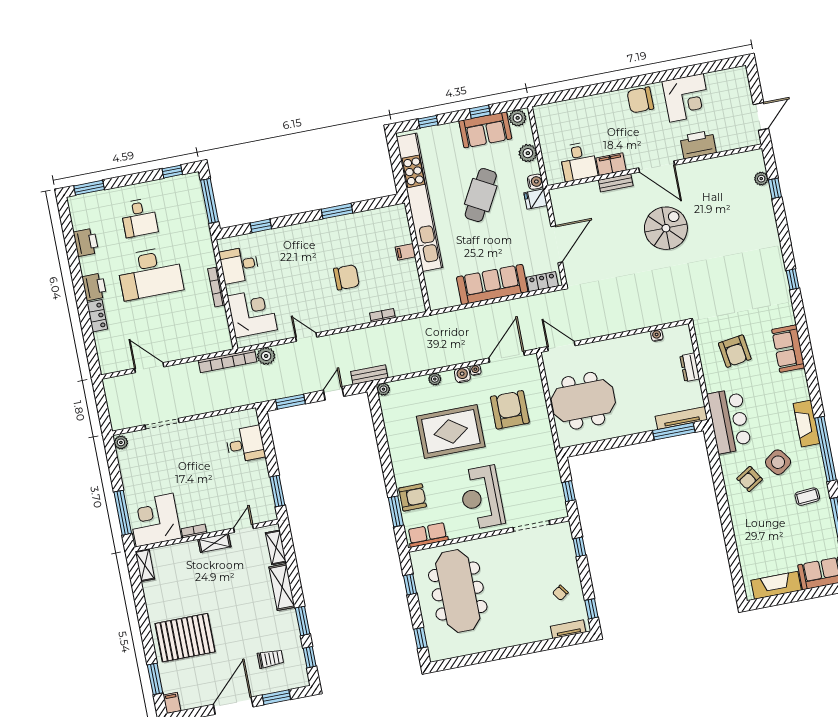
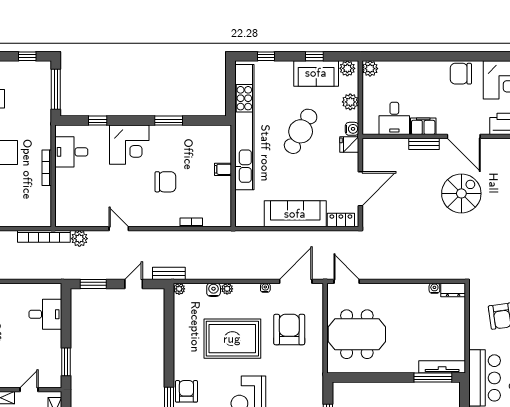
plant: (542, 113) -> (370, 69), added
corner desk: (252, 313) -> (129, 145), moved, turned 90
dresser: (690, 367) -> (453, 290), moved, turned -90
water cooler: (462, 375) -> (214, 290), moved
armchair: (413, 497) -> (186, 391), turned -90

